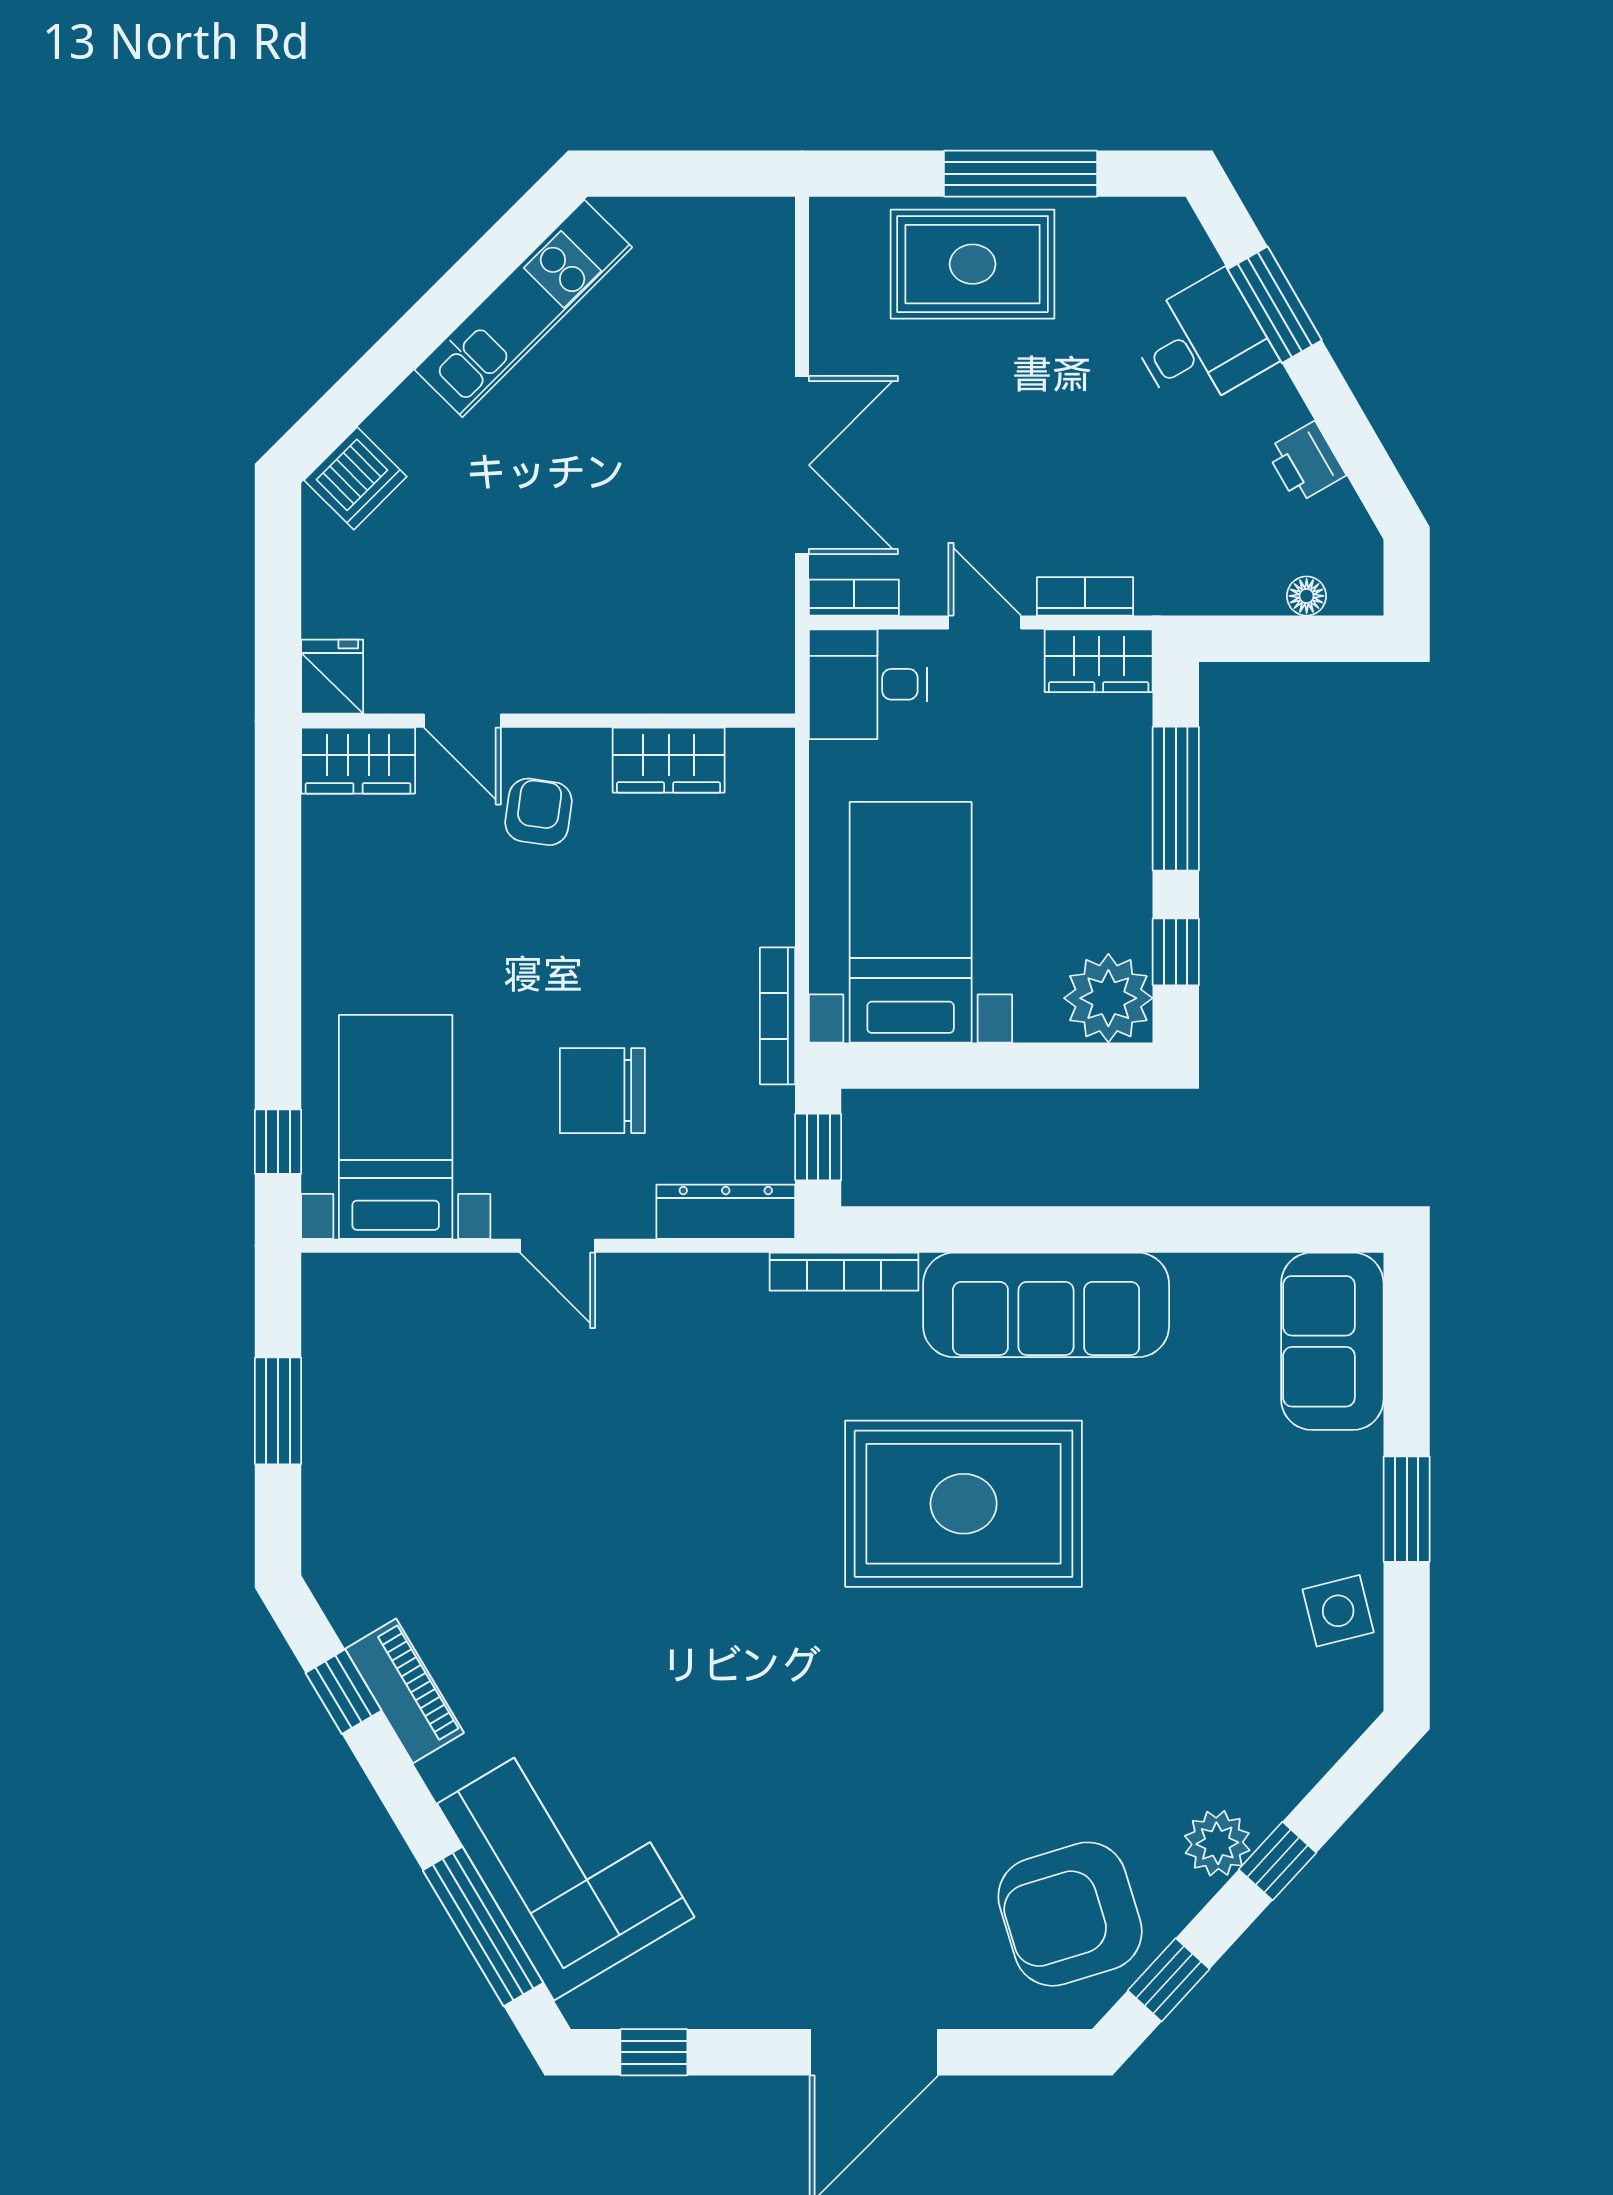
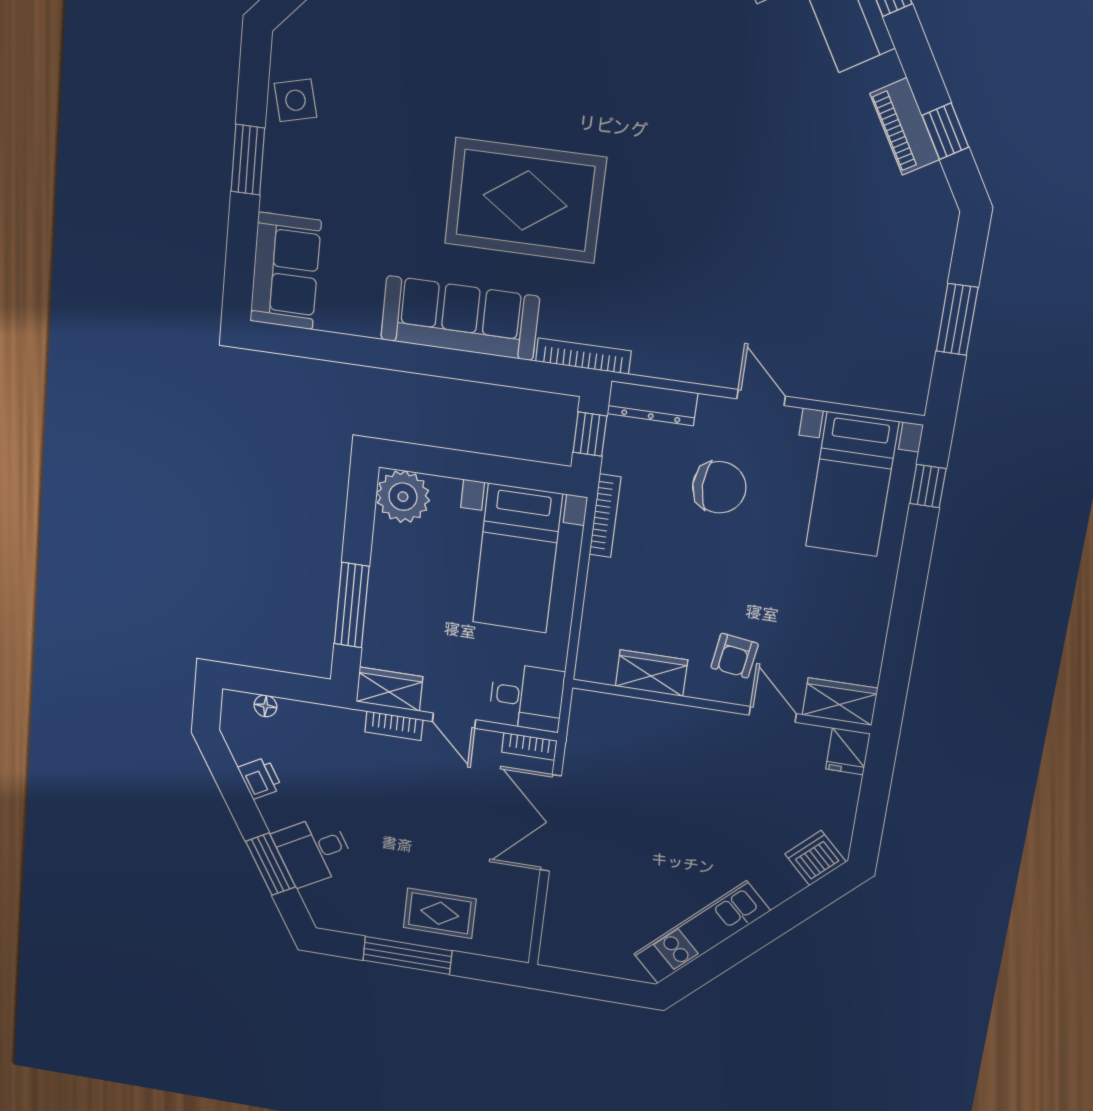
rug: (973, 264) -> (440, 913), width x0.73, depth x0.70
window: (1176, 952) -> (360, 518), removed

